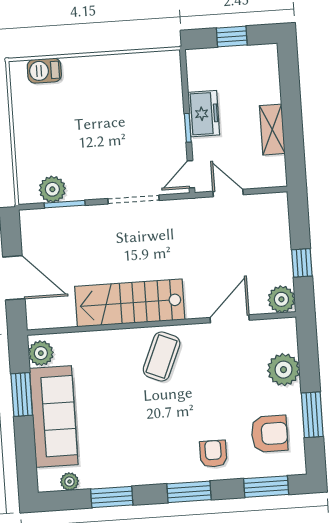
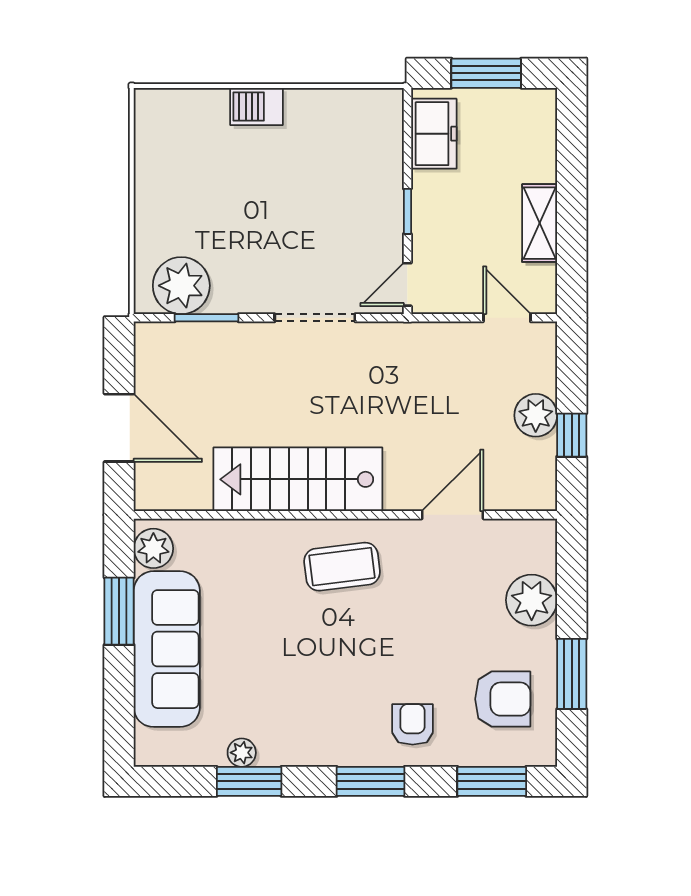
window: (232, 37) -> (486, 73), width x1.50
barbecue: (44, 71) -> (257, 106), moved
freezer: (204, 114) -> (434, 134), moved
plant: (52, 189) -> (181, 286), width x1.36, depth x1.36
door: (228, 193) -> (507, 318), moved
plant: (281, 299) -> (536, 415), moved
coffee table: (162, 357) -> (342, 567), turned 60
plant: (70, 482) -> (242, 753), moved

